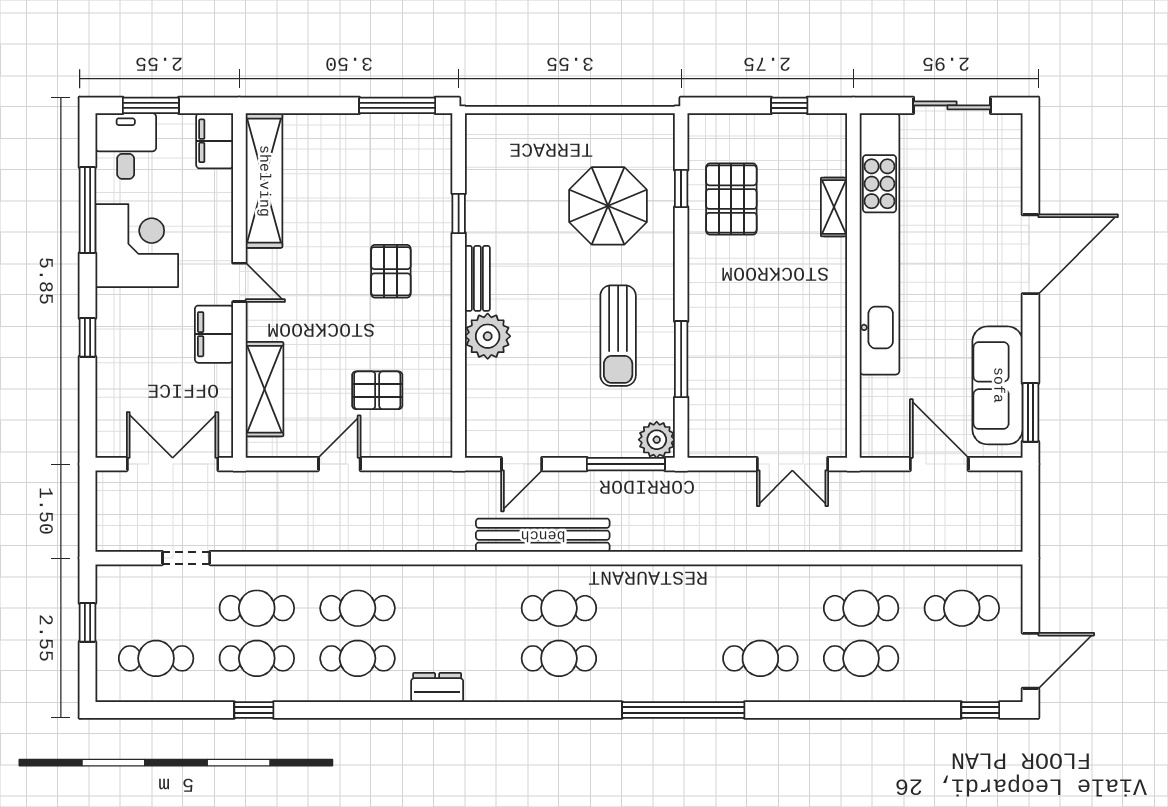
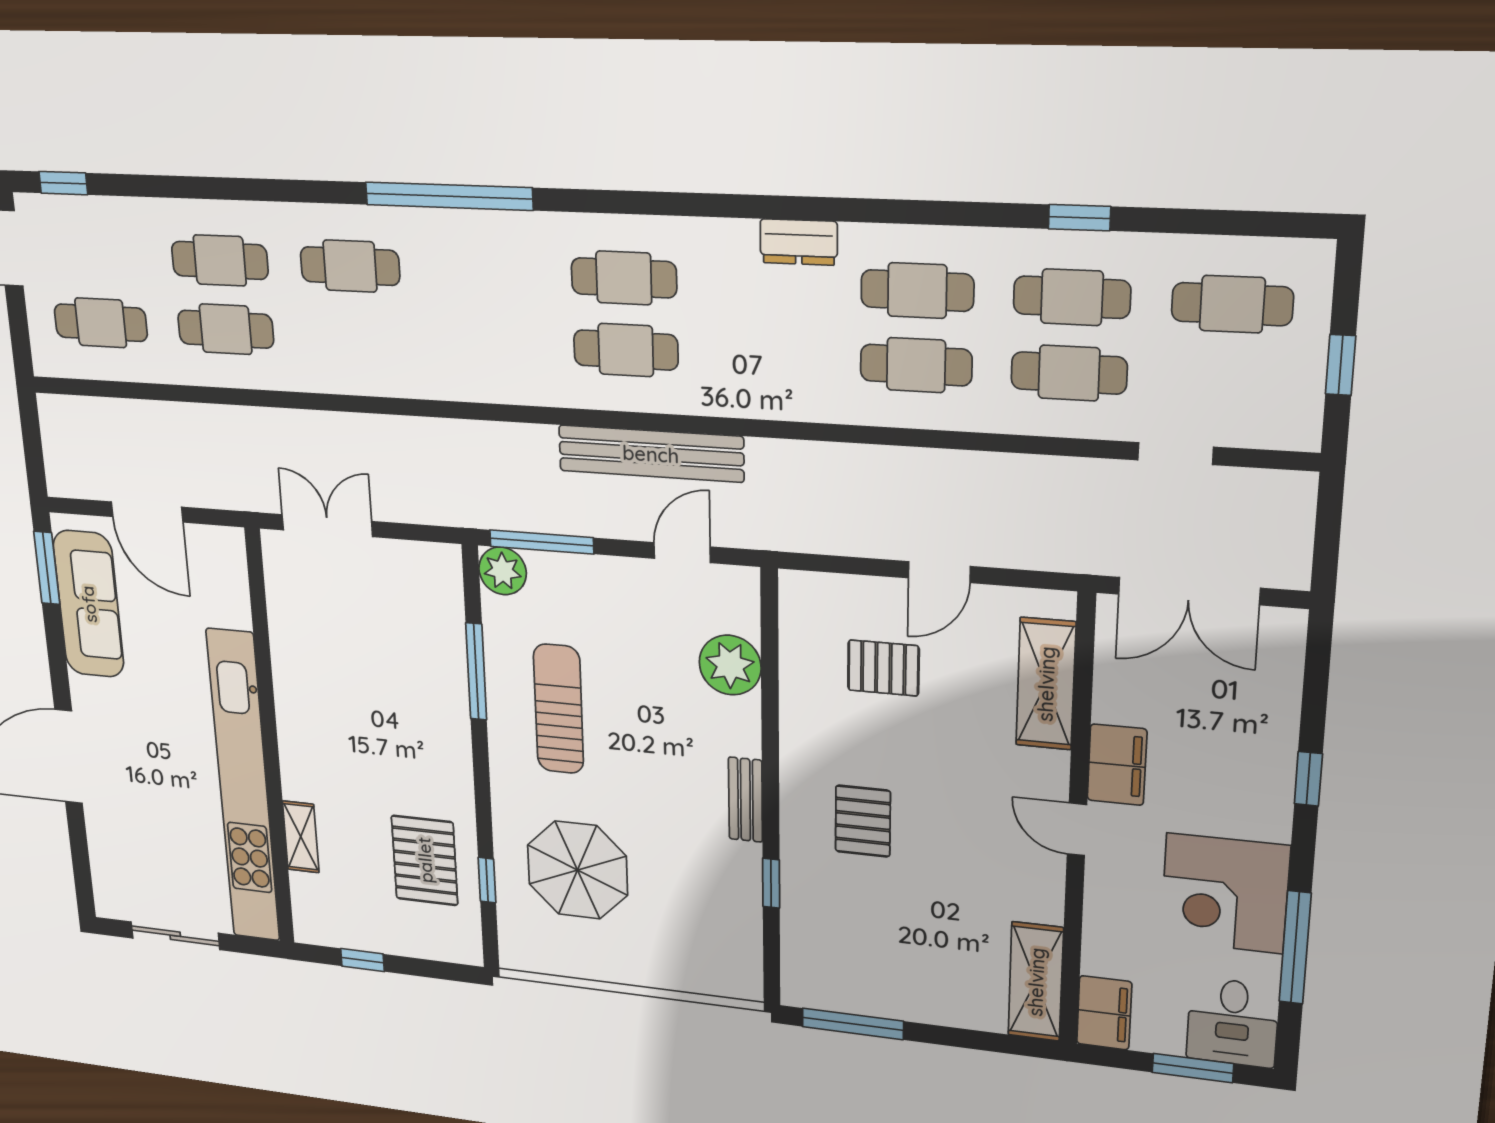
shelving: (264, 181) -> (1036, 982), width x0.68
plant: (488, 336) -> (730, 665), moved

